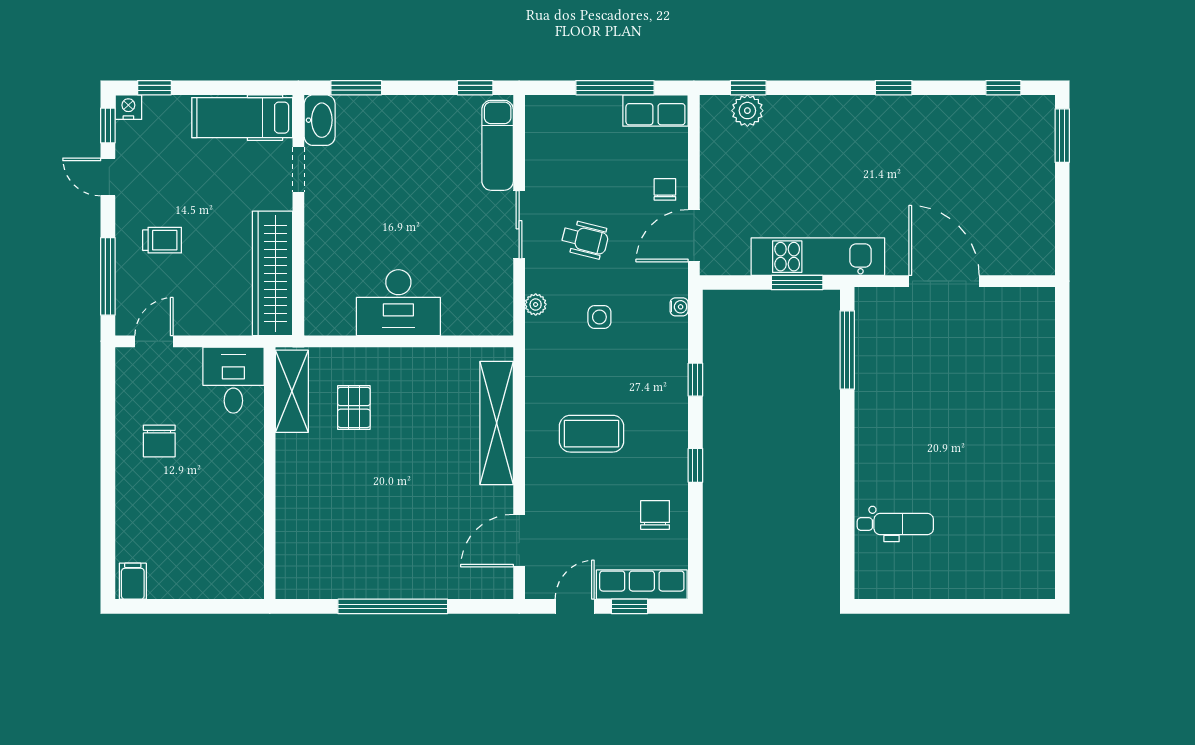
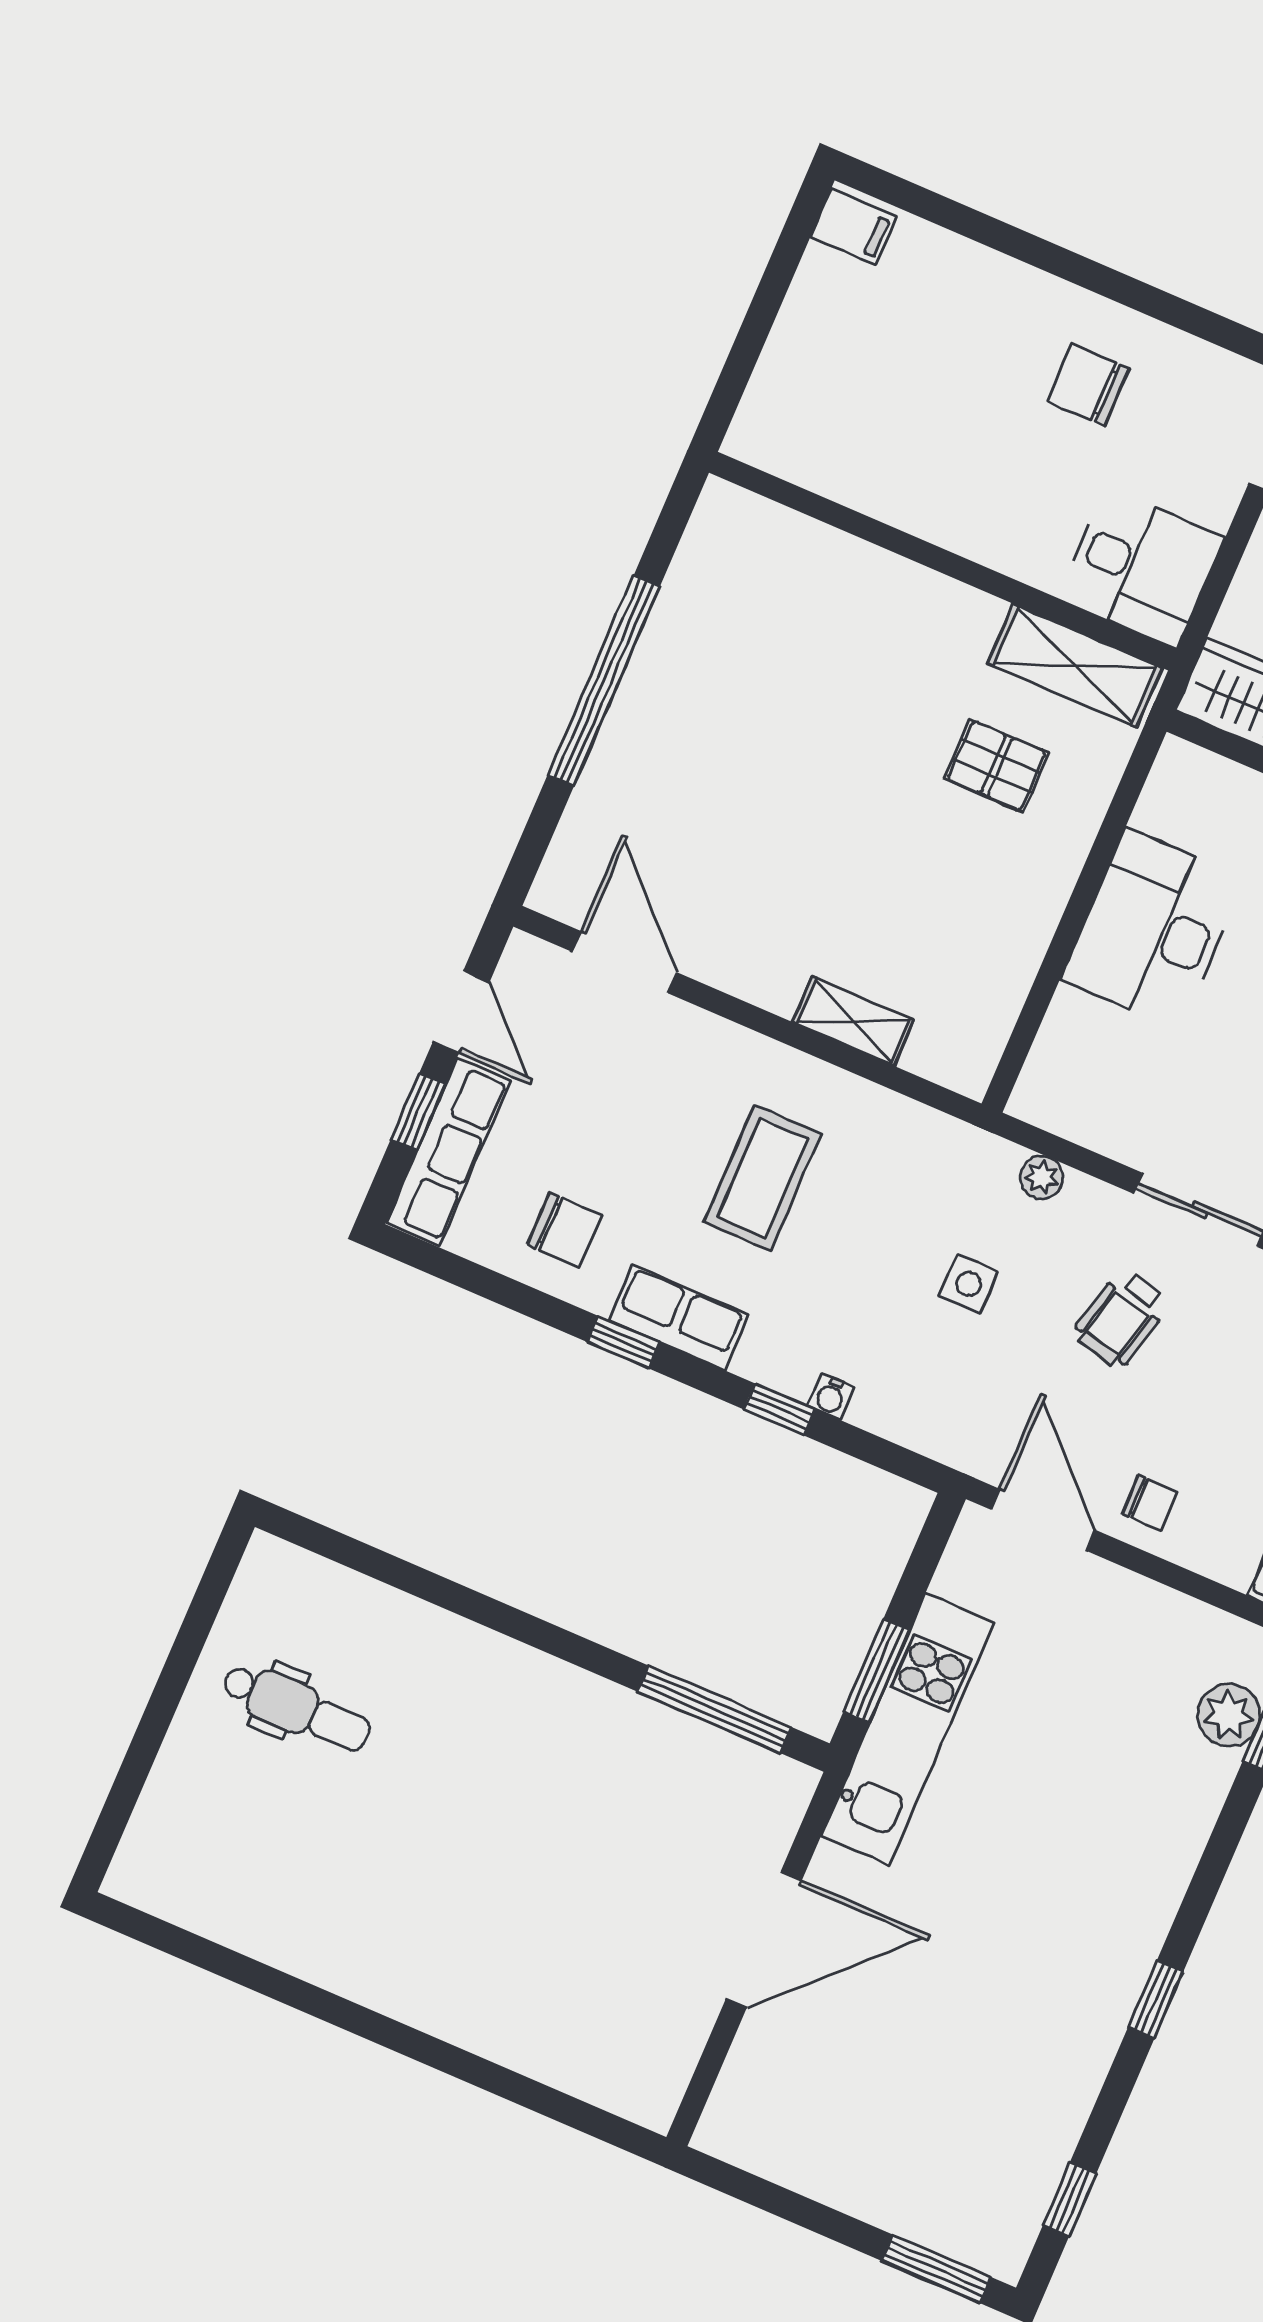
water cooler: (679, 307) -> (831, 1396), moved
shelving: (497, 423) -> (853, 1021), width x0.45, depth x0.75
row of seats: (673, 445) -> (679, 1318), added
dental chair: (895, 524) -> (296, 1708), moved, turned -90

